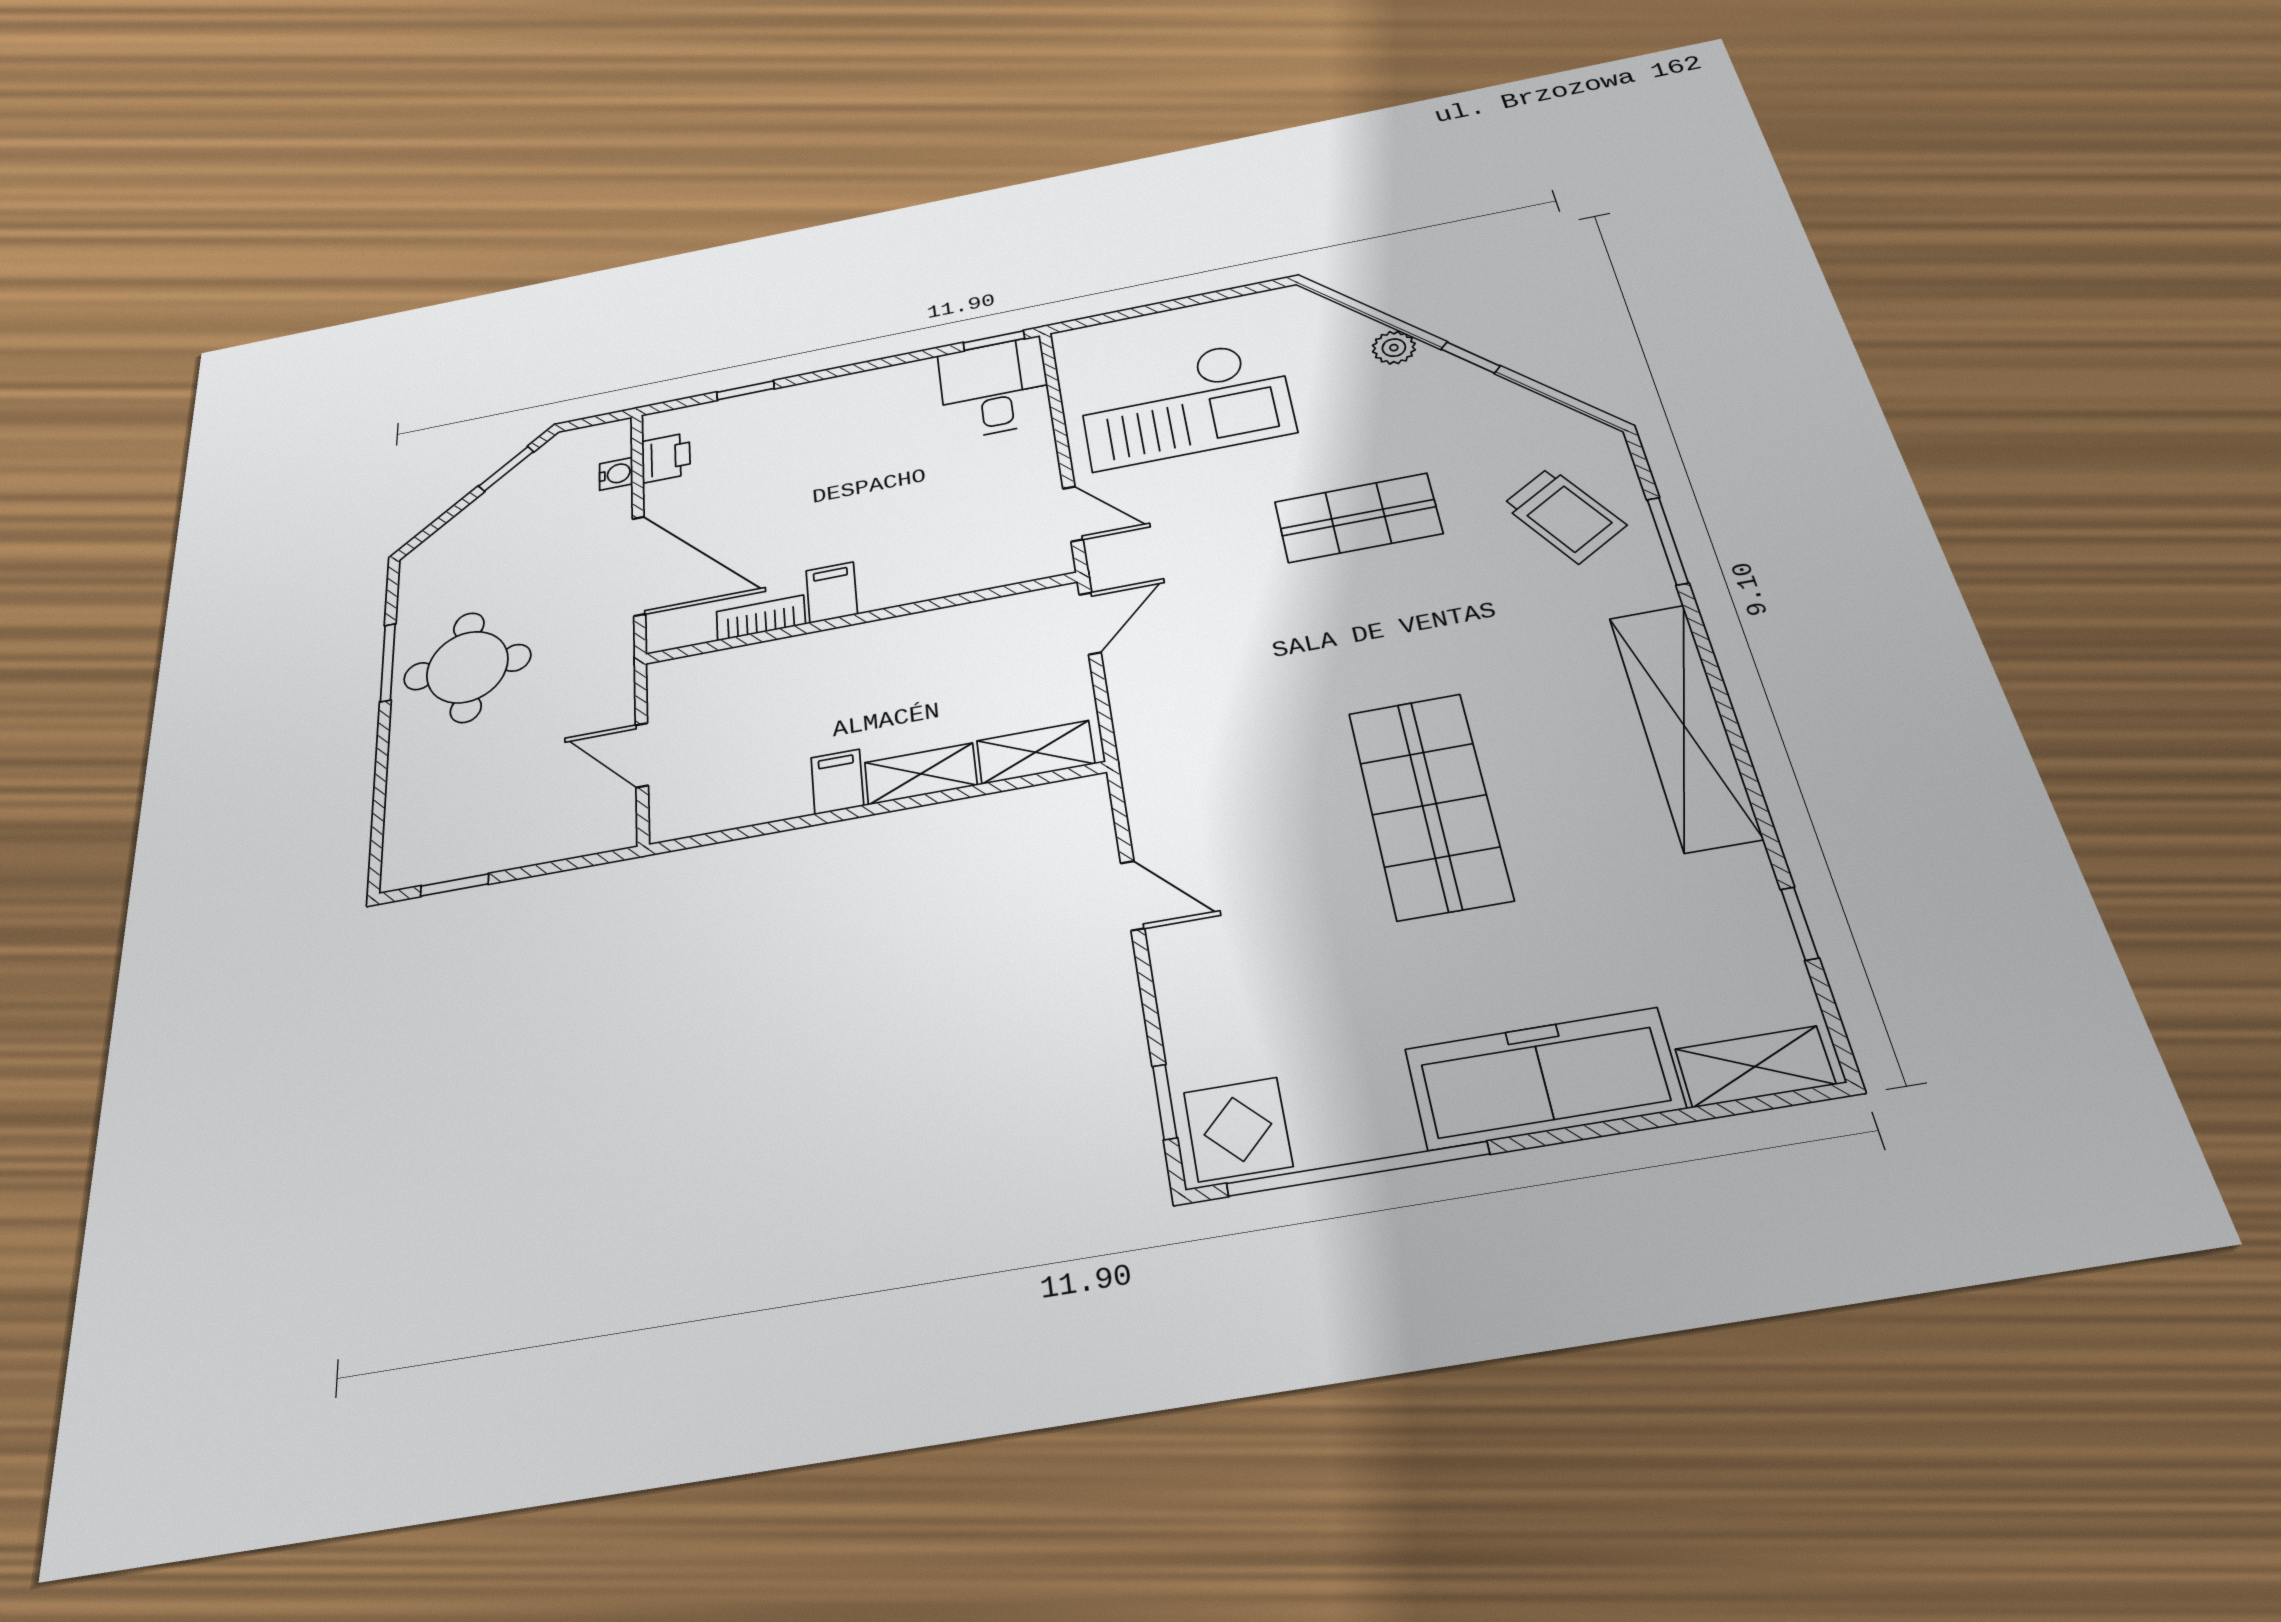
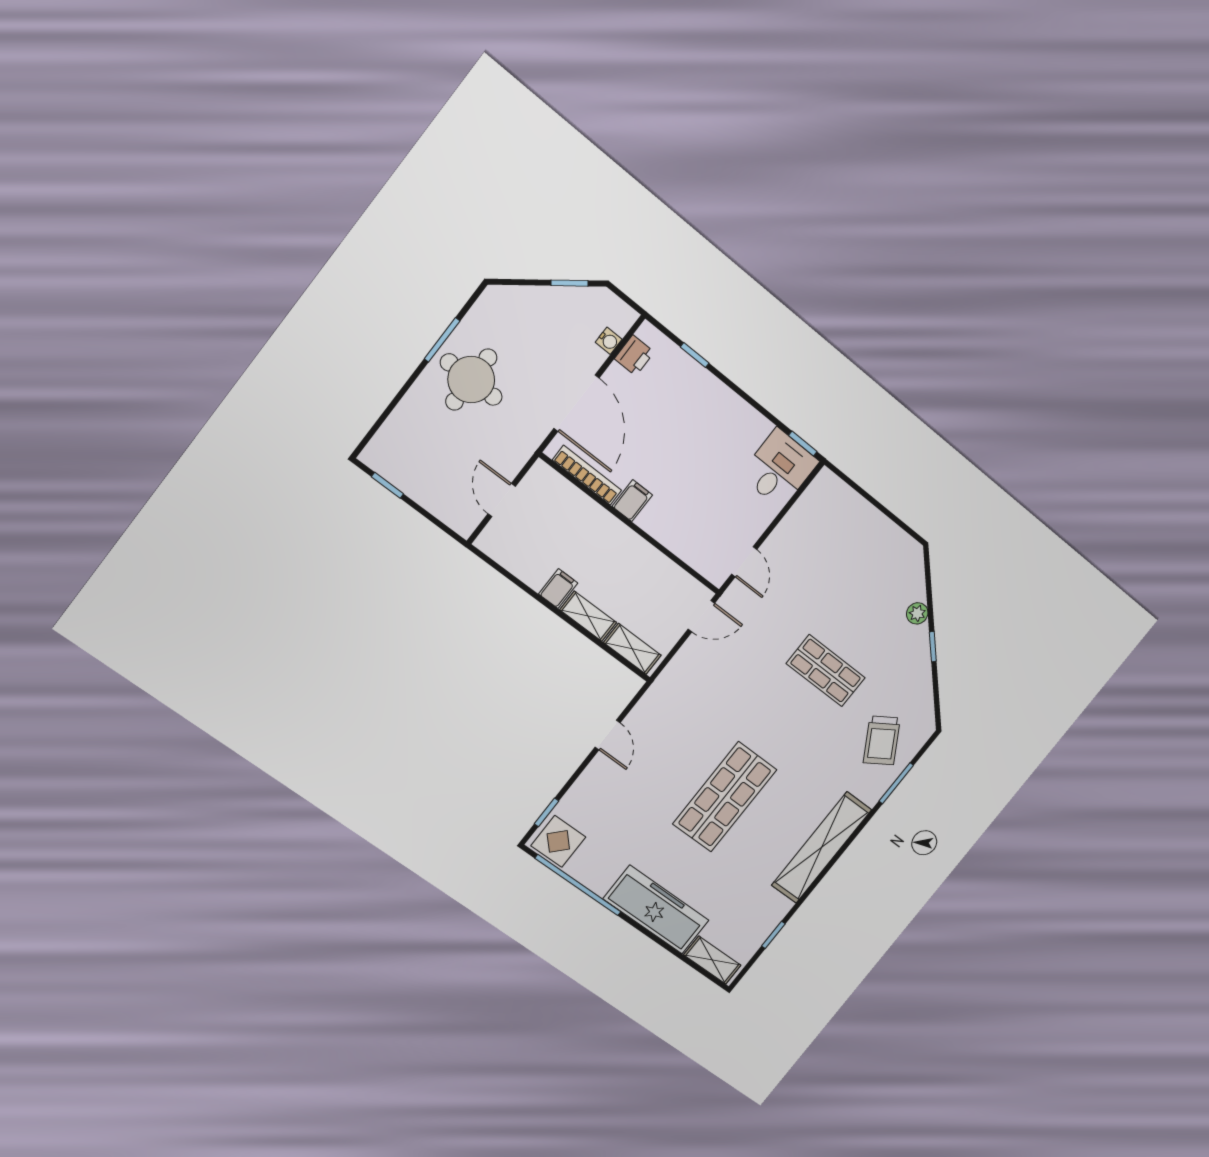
checkout: (1185, 404) -> (830, 556), removed
bookcase: (761, 618) -> (587, 475), width x1.56

